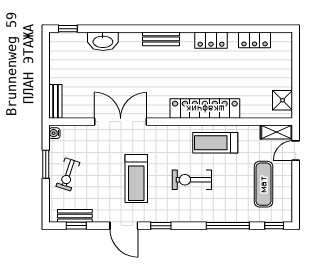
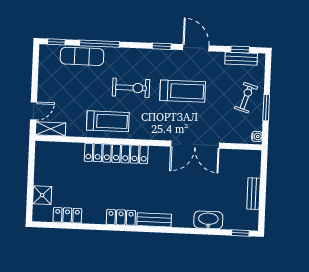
locker: (211, 40) -> (121, 217), moved
shower: (283, 100) -> (42, 195), moved
bench: (55, 101) -> (254, 194), moved
treadmill: (136, 178) -> (183, 91), turned 90
exercise mat: (263, 184) -> (82, 56), moved, turned 90

